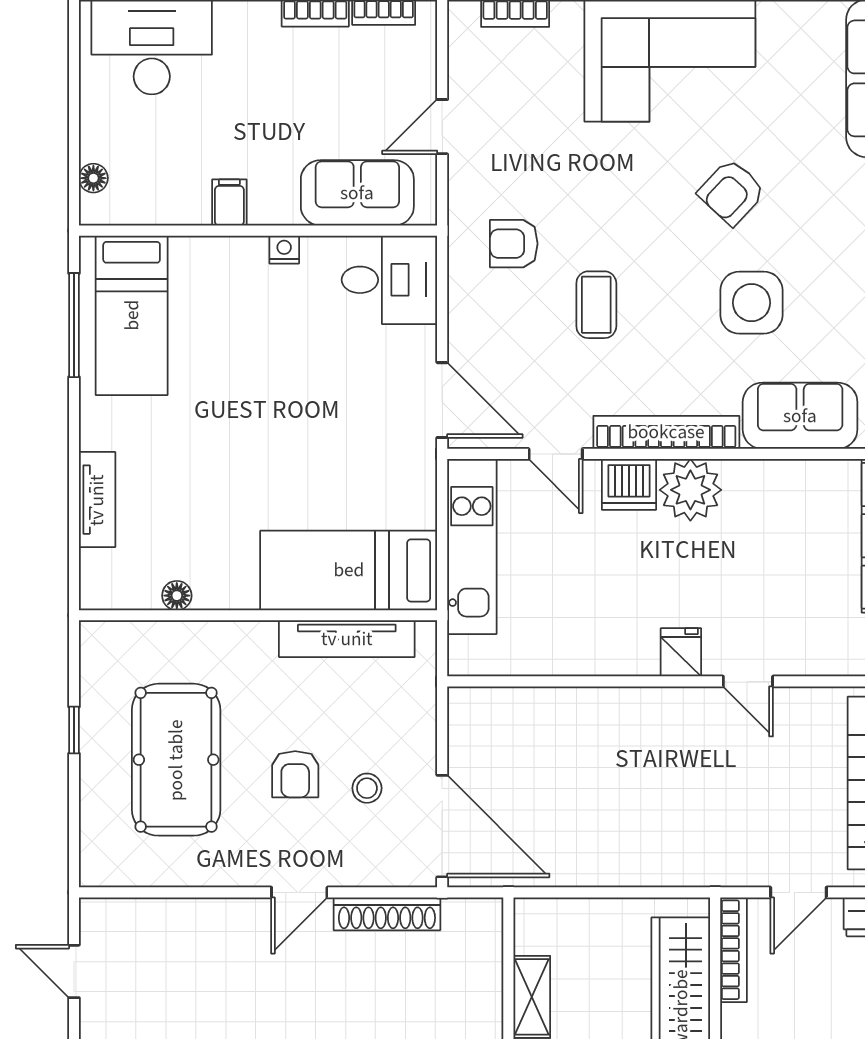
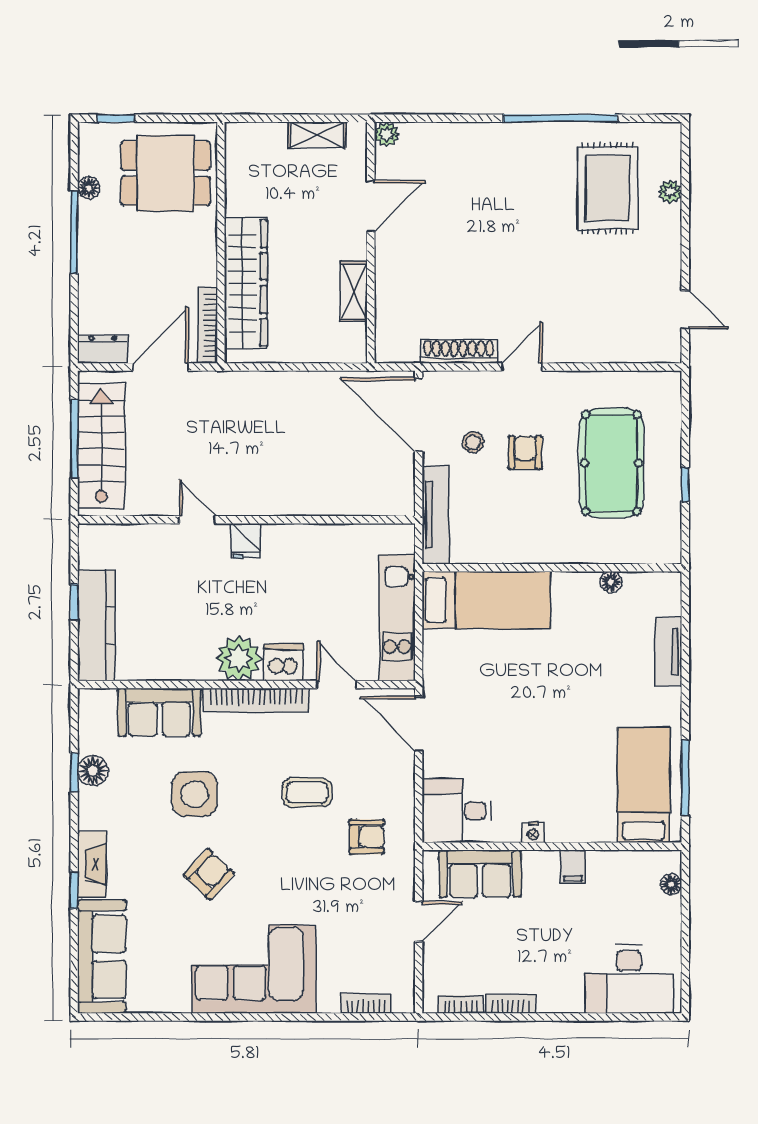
coffee table: (596, 305) -> (307, 793), turned 90
tv unit: (347, 639) -> (436, 515), moved, turned 90
door: (798, 892) -> (161, 367), width x1.38

